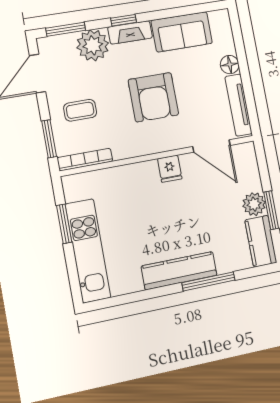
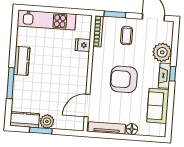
window: (66, 29) -> (175, 39), removed
fridge: (170, 169) -> (83, 45), moved
window: (64, 224) -> (65, 11), removed
kitchen counter: (179, 271) -> (22, 61), width x0.67

